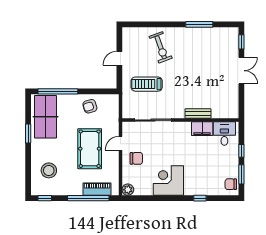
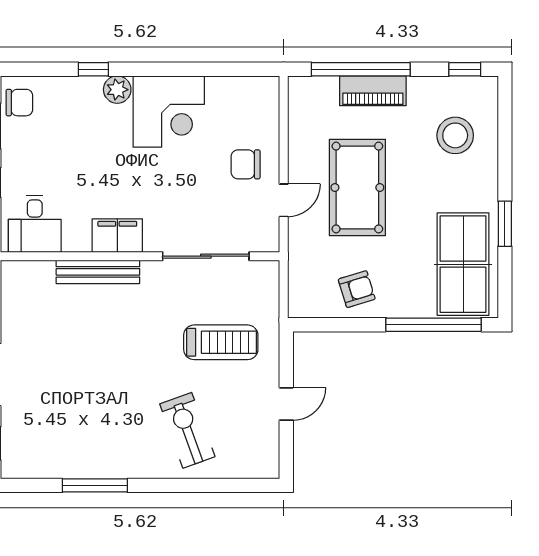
bench: (198, 113) -> (98, 272), width x1.36
filing cabinet: (202, 129) -> (117, 236), moved
piano: (97, 189) -> (373, 91), moved
plant: (128, 190) -> (117, 90), moved

